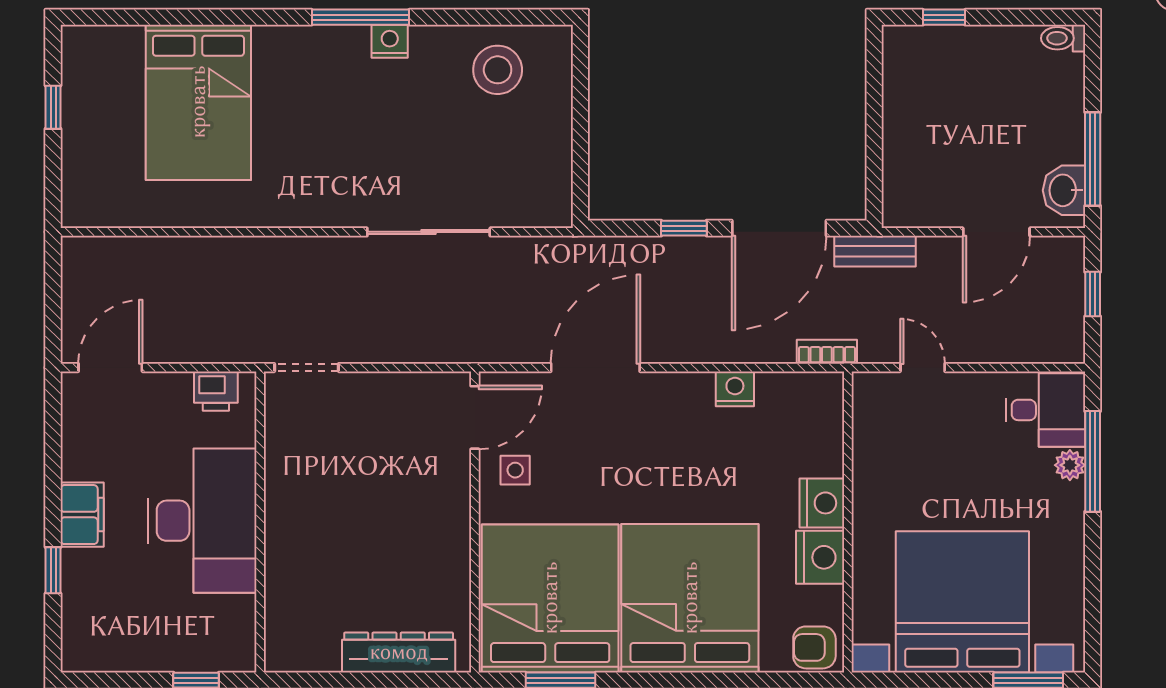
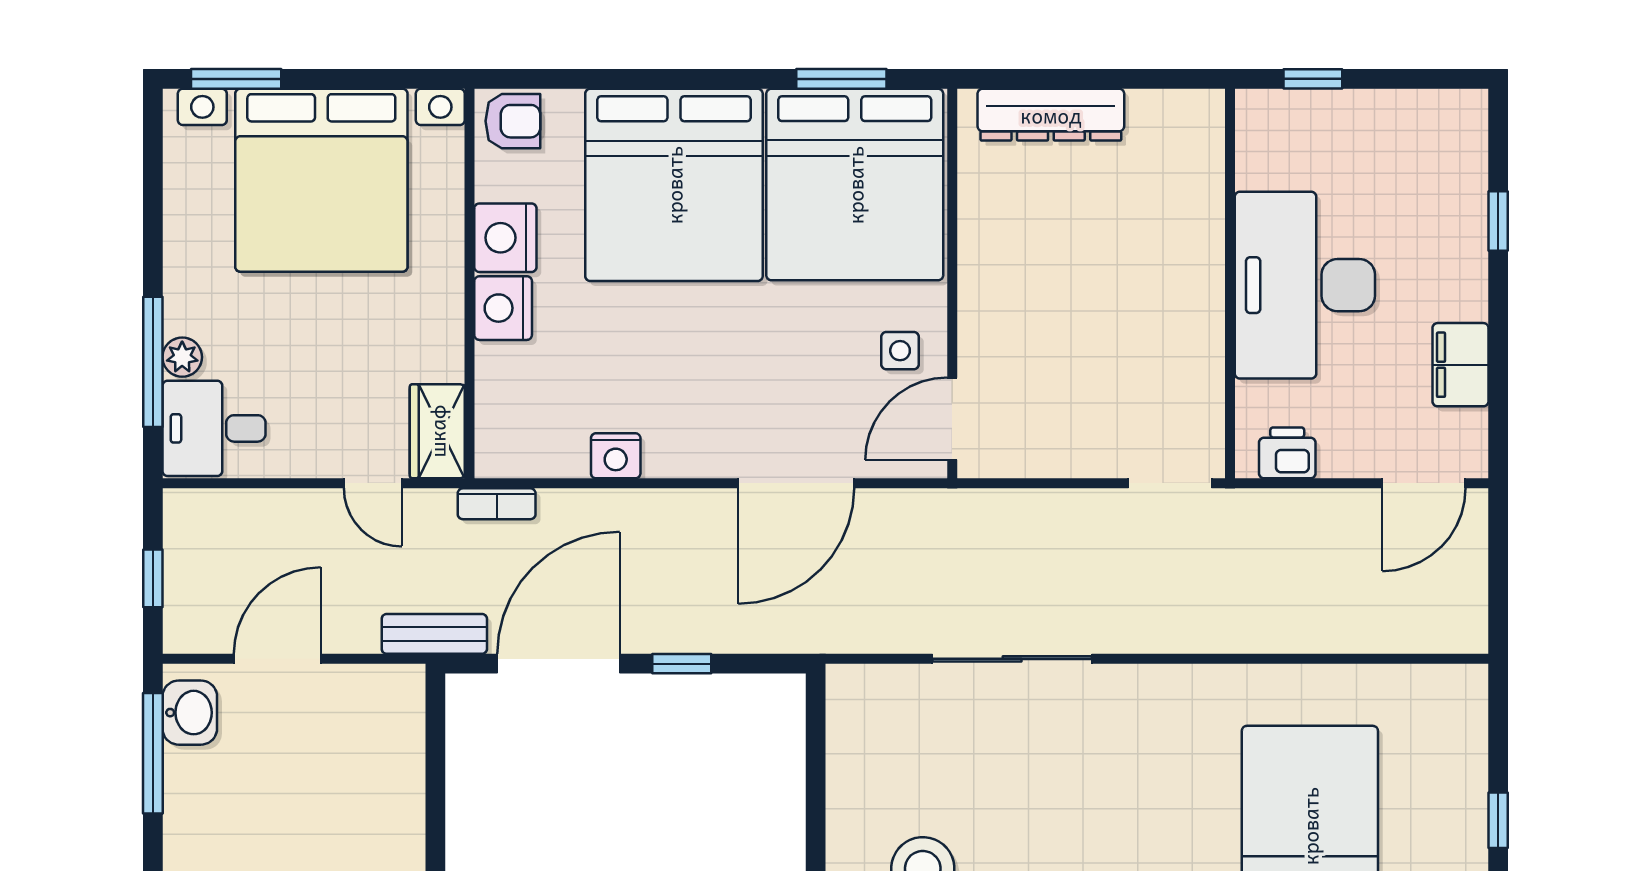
wardrobe: (873, 408) -> (437, 431), added
filing cabinet: (82, 515) -> (1460, 365), moved

